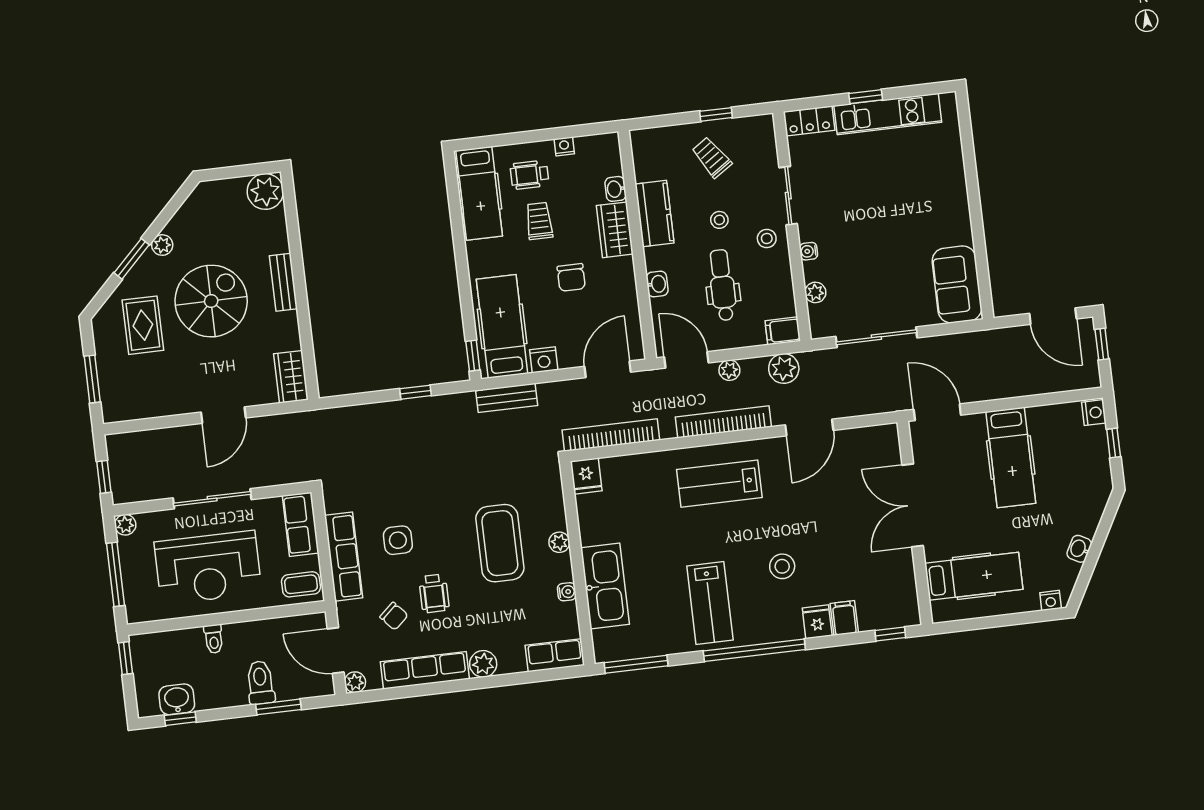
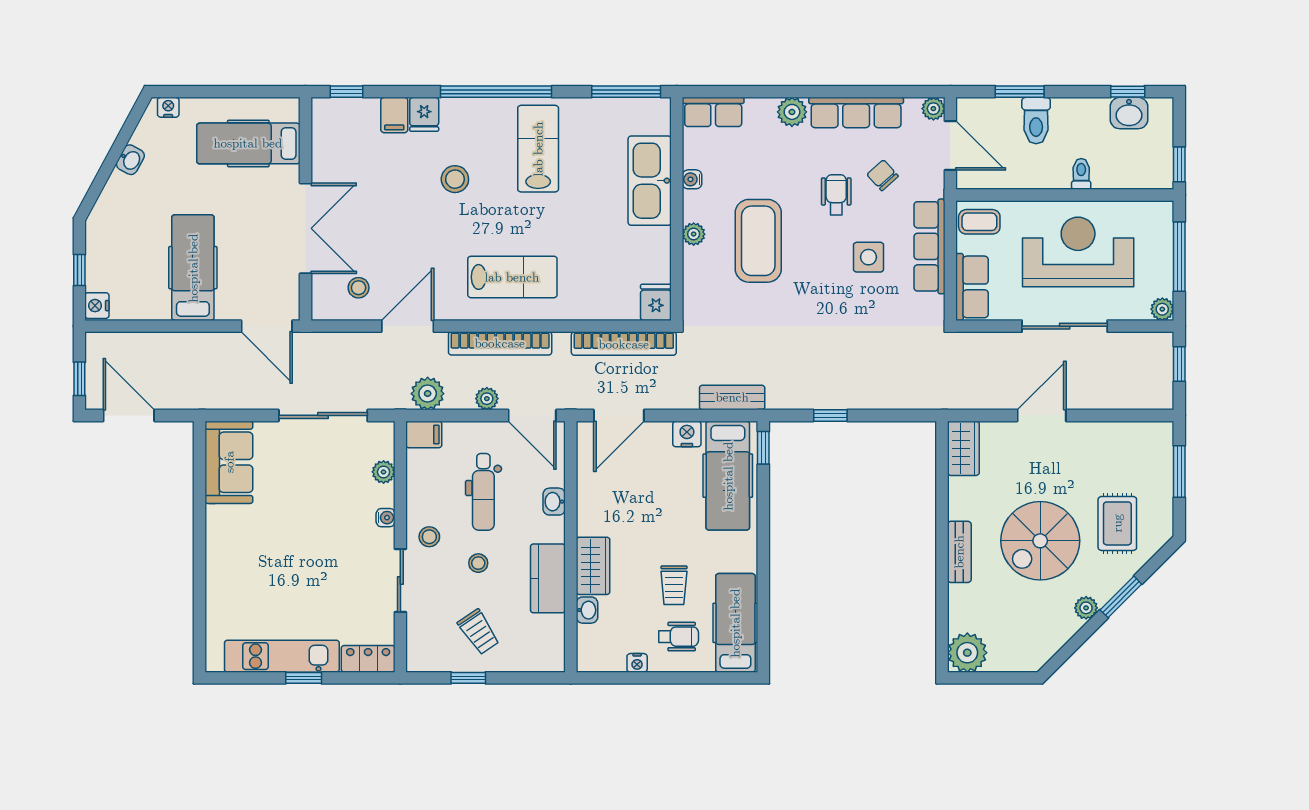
chair: (571, 277) -> (646, 520), removed
stool: (858, 457) -> (359, 288), added

